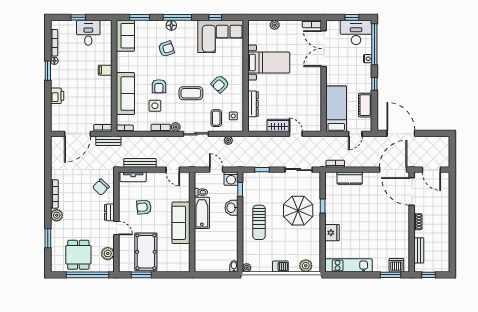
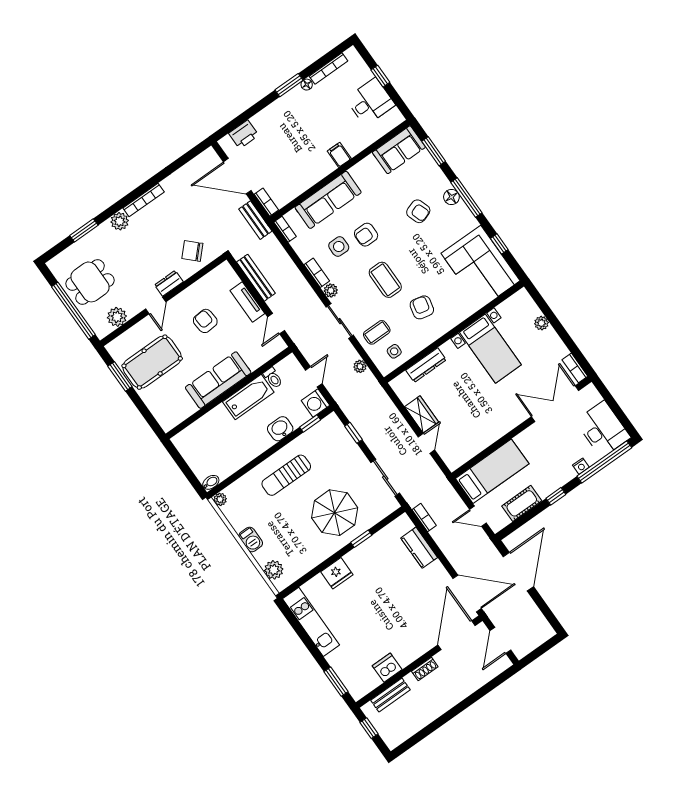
window: (352, 17) -> (618, 411), removed
armchair: (220, 84) -> (422, 307), turned 58
printer: (57, 96) -> (244, 134), moved
tv unit: (133, 177) -> (247, 302), moved
dishwasher: (396, 265) -> (387, 668), moved, turned -90

